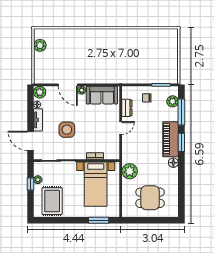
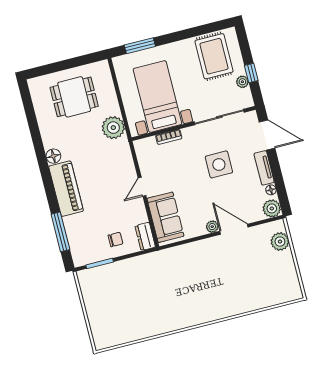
plant: (40, 45) -> (280, 242), moved
sofa: (102, 95) -> (165, 217), moved, turned 90
plant: (173, 101) -> (77, 244), removed
dresser: (127, 108) -> (145, 236), moved
window: (181, 142) -> (49, 188), removed

